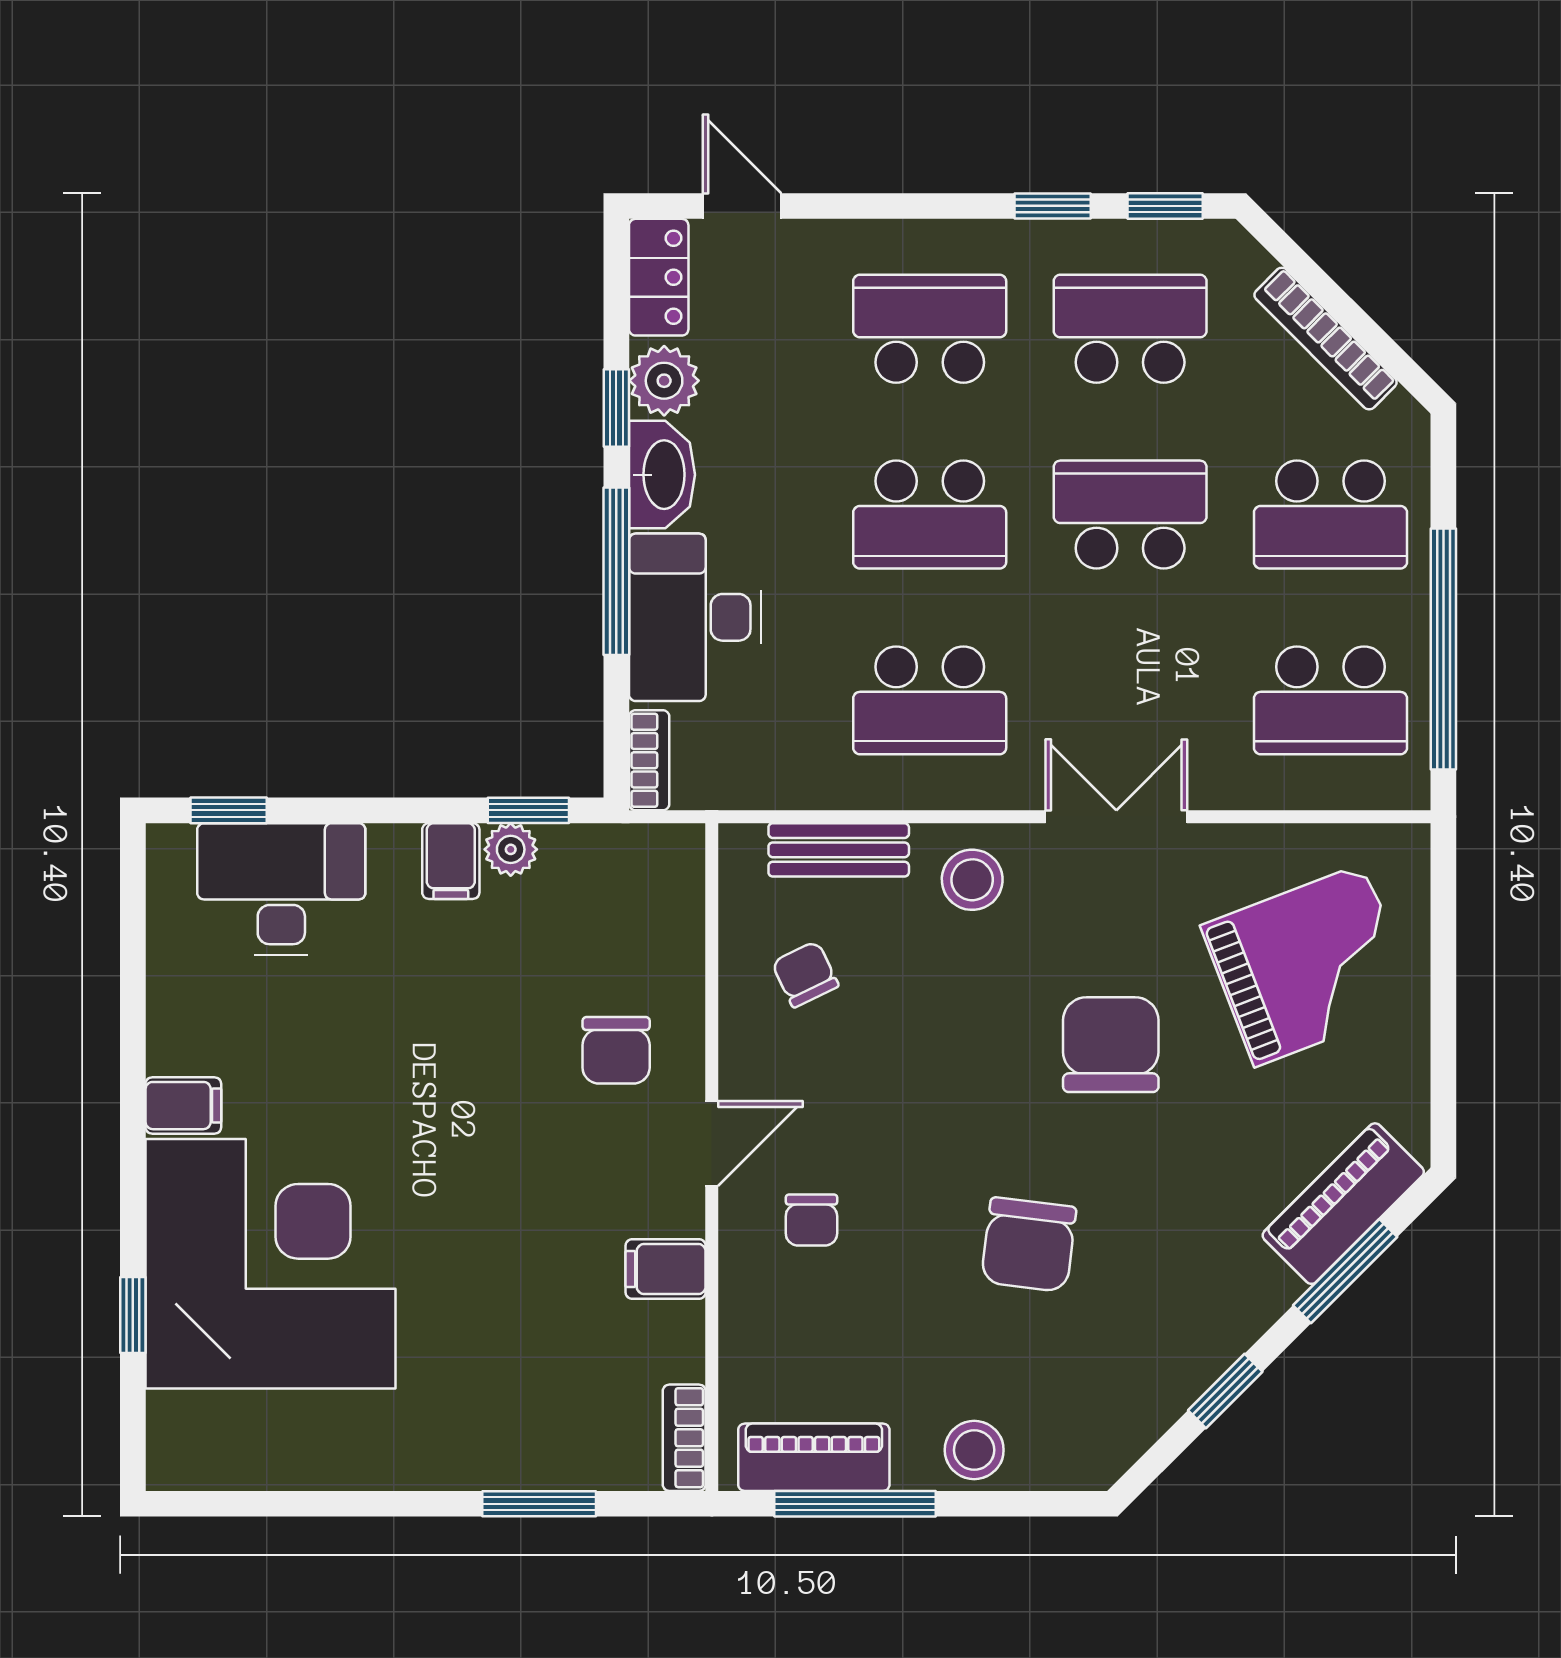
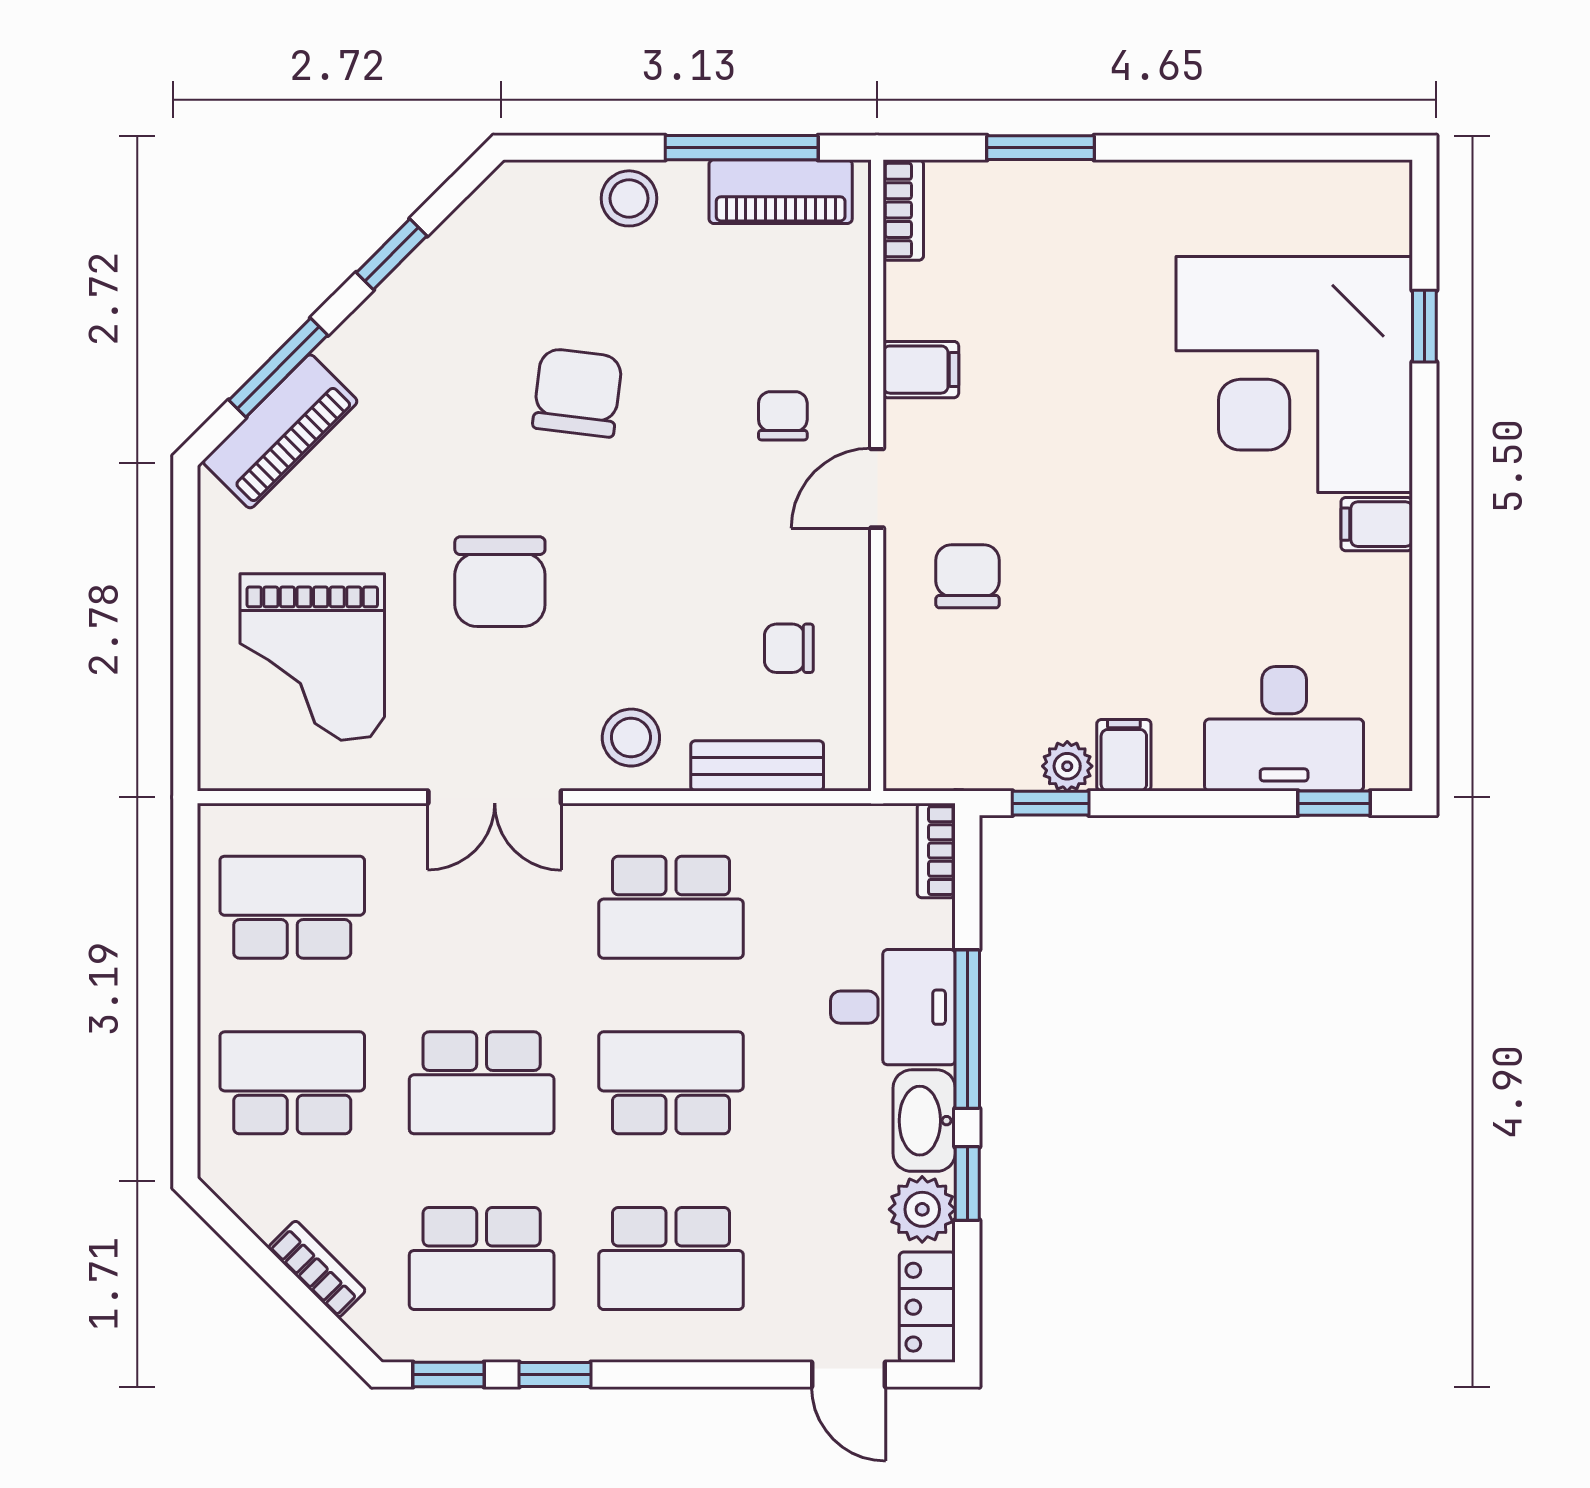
bookcase: (1326, 339) -> (317, 1269), width x0.64
desk: (695, 617) -> (893, 1007), width x0.73
window: (1443, 649) -> (185, 956), removed
school desk: (930, 700) -> (671, 907), turned 180
grand piano: (1309, 965) -> (312, 657), turned -69
chair: (805, 974) -> (789, 648), turned 116

